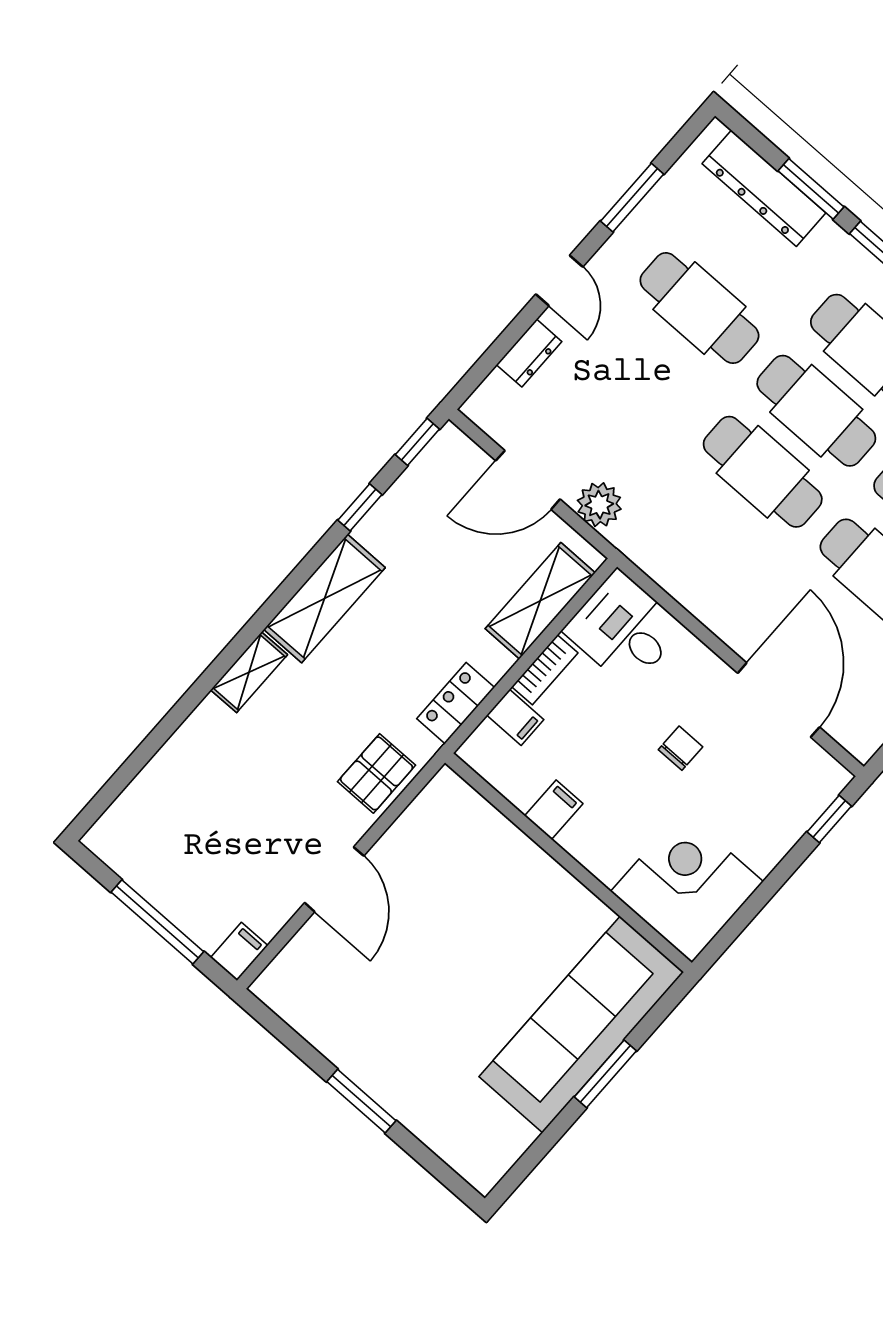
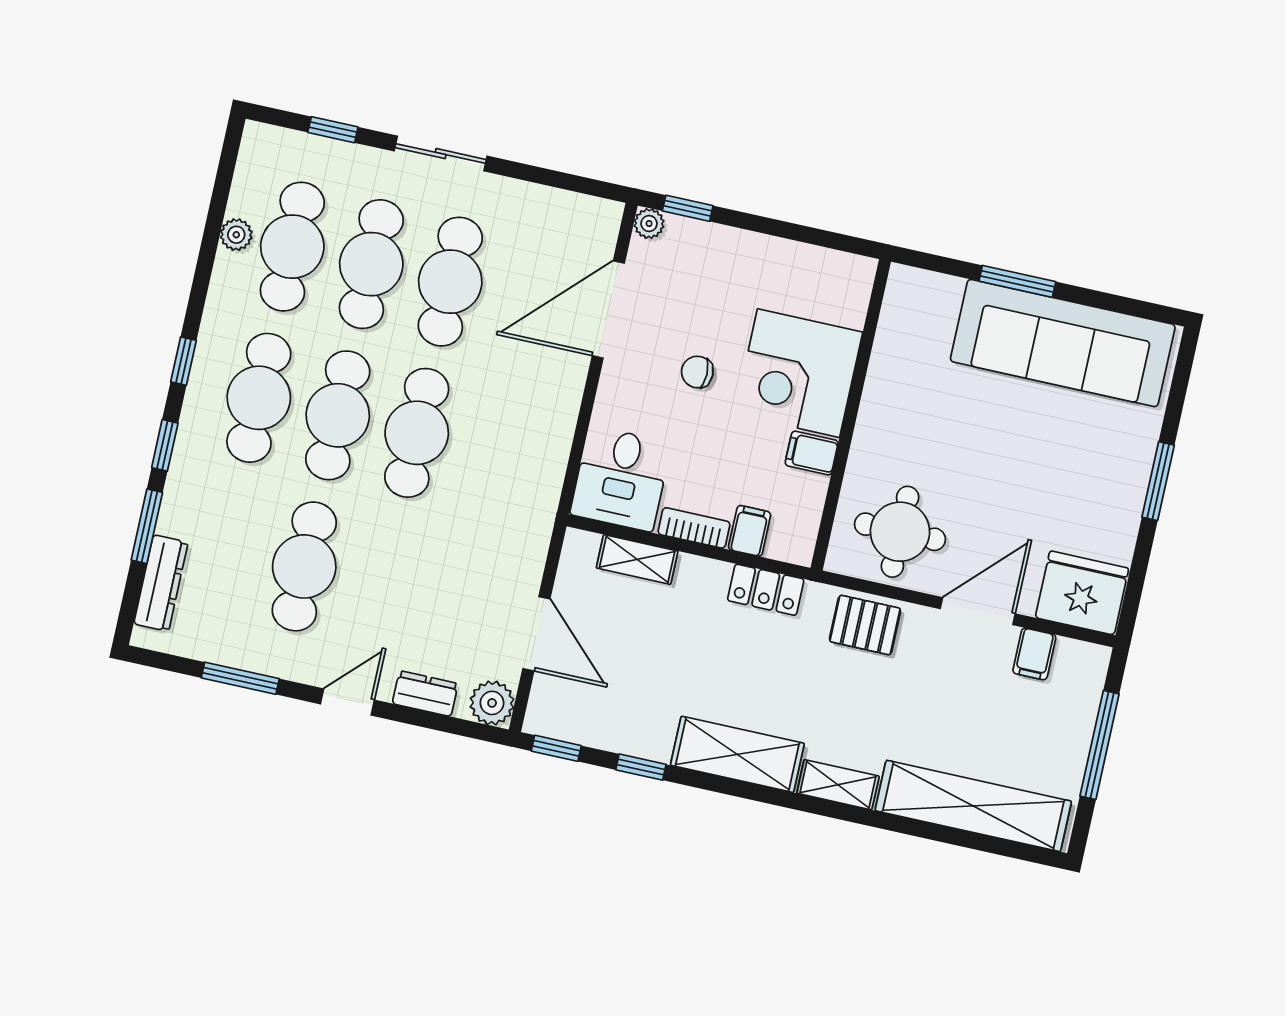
dresser: (764, 188) -> (161, 583), width x0.73, depth x0.80
plant: (599, 505) -> (492, 703), moved
shelving: (540, 601) -> (637, 559), width x0.67, depth x0.75
plant: (834, 778) -> (649, 224), added
shelving: (165, 781) -> (973, 806), added
round table: (442, 849) -> (900, 532), added
corner desk: (687, 886) -> (799, 373), moved
filing cabinet: (239, 952) -> (1034, 654), moved, turned -90
fridge: (300, 980) -> (1082, 593), added
sofa: (581, 1024) -> (1063, 343), moved

